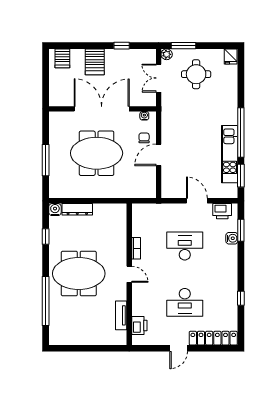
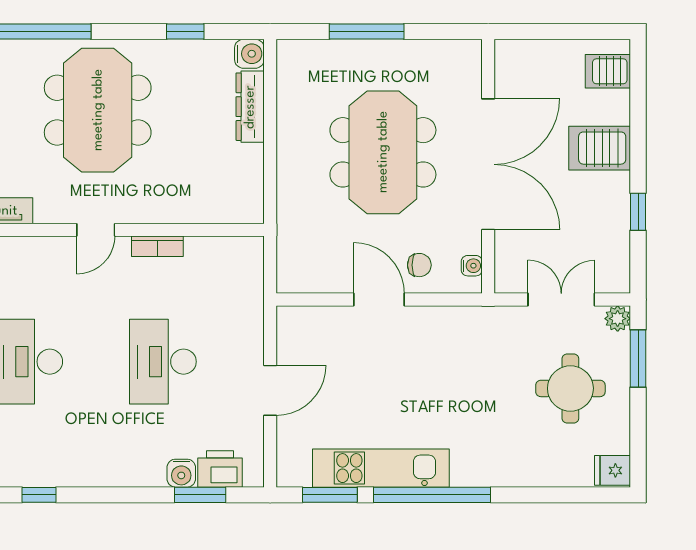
printer: (222, 211) -> (220, 469), moved, turned 90
desk: (185, 246) -> (163, 362), turned 180

